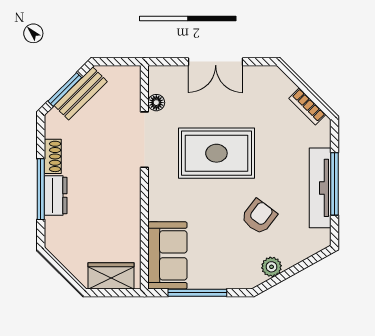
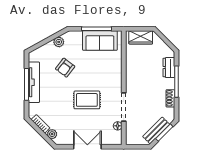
plant: (285, 86) -> (52, 134), added
rug: (216, 153) -> (87, 100), width x0.73, depth x0.70
dresser: (56, 196) -> (169, 68), moved
sofa: (167, 255) -> (100, 40), moved, turned -90

